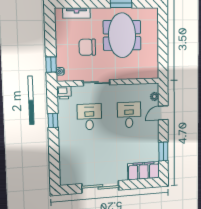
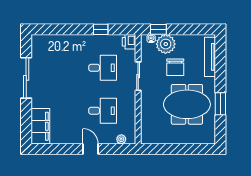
tv unit: (77, 13) -> (210, 57), width x1.41
chair: (87, 47) -> (175, 67), turned 180
plant: (65, 57) -> (166, 44), added
door: (163, 113) -> (91, 149), moved
window: (163, 151) -> (60, 149), removed

